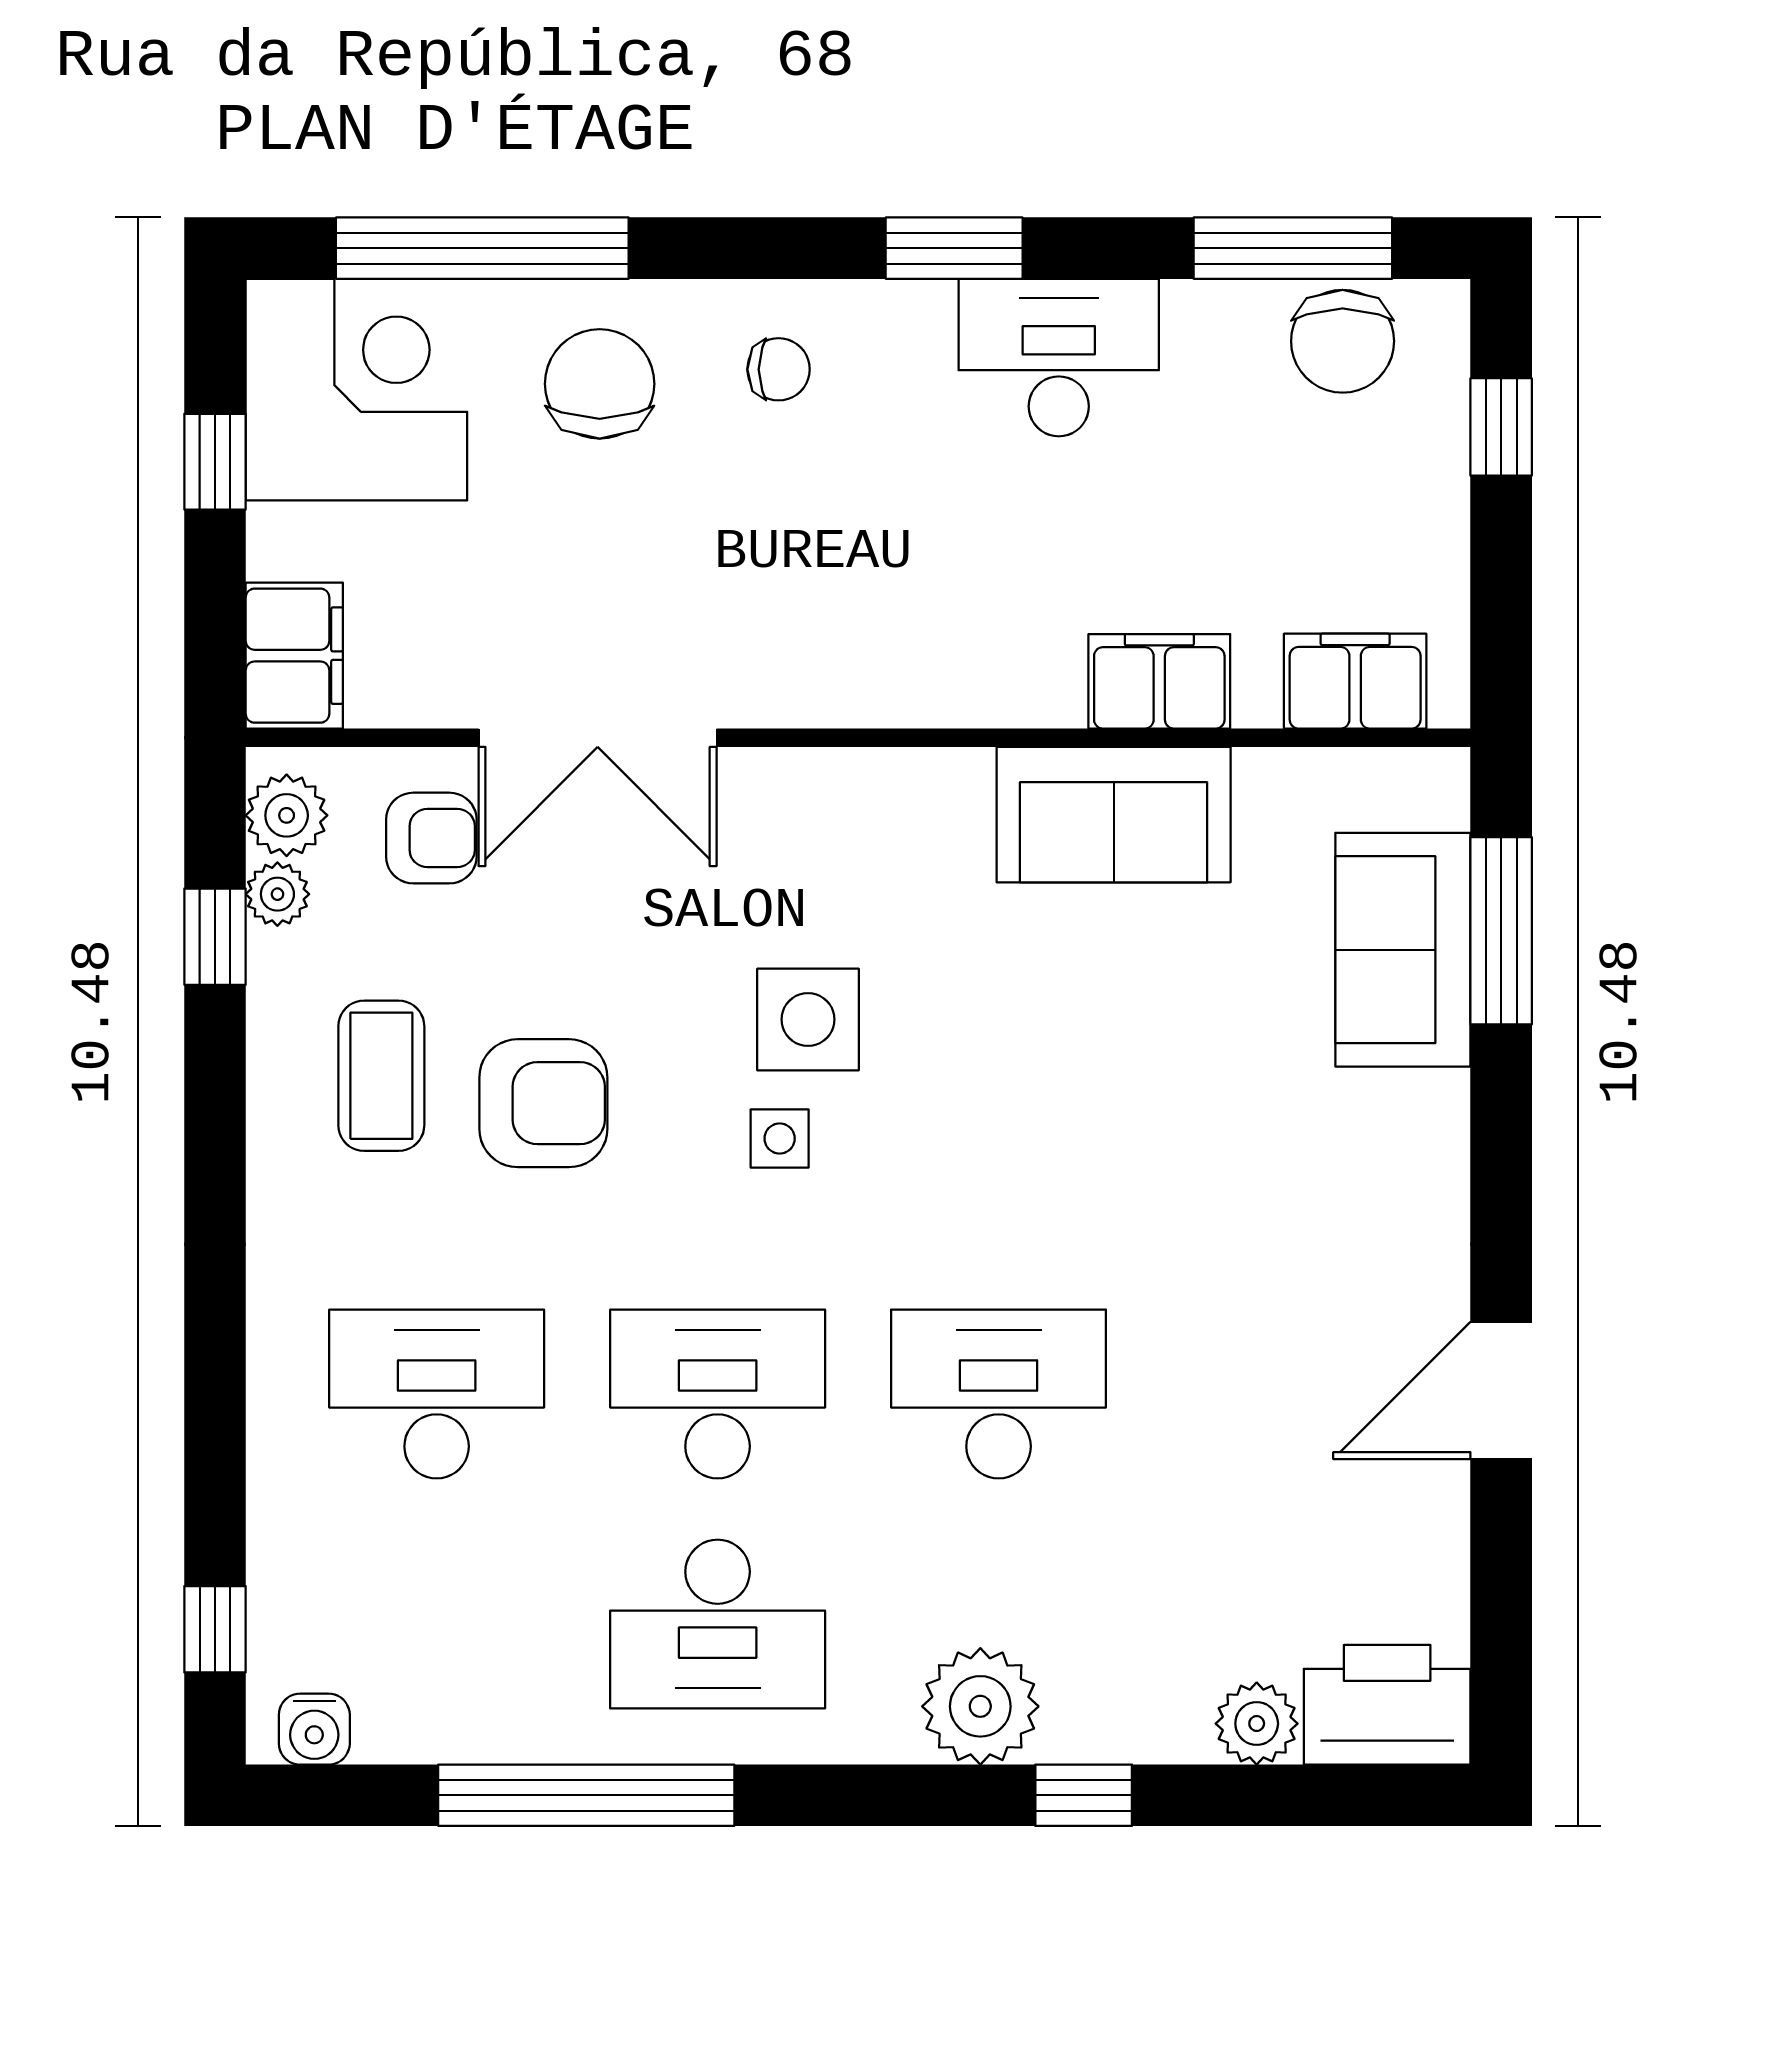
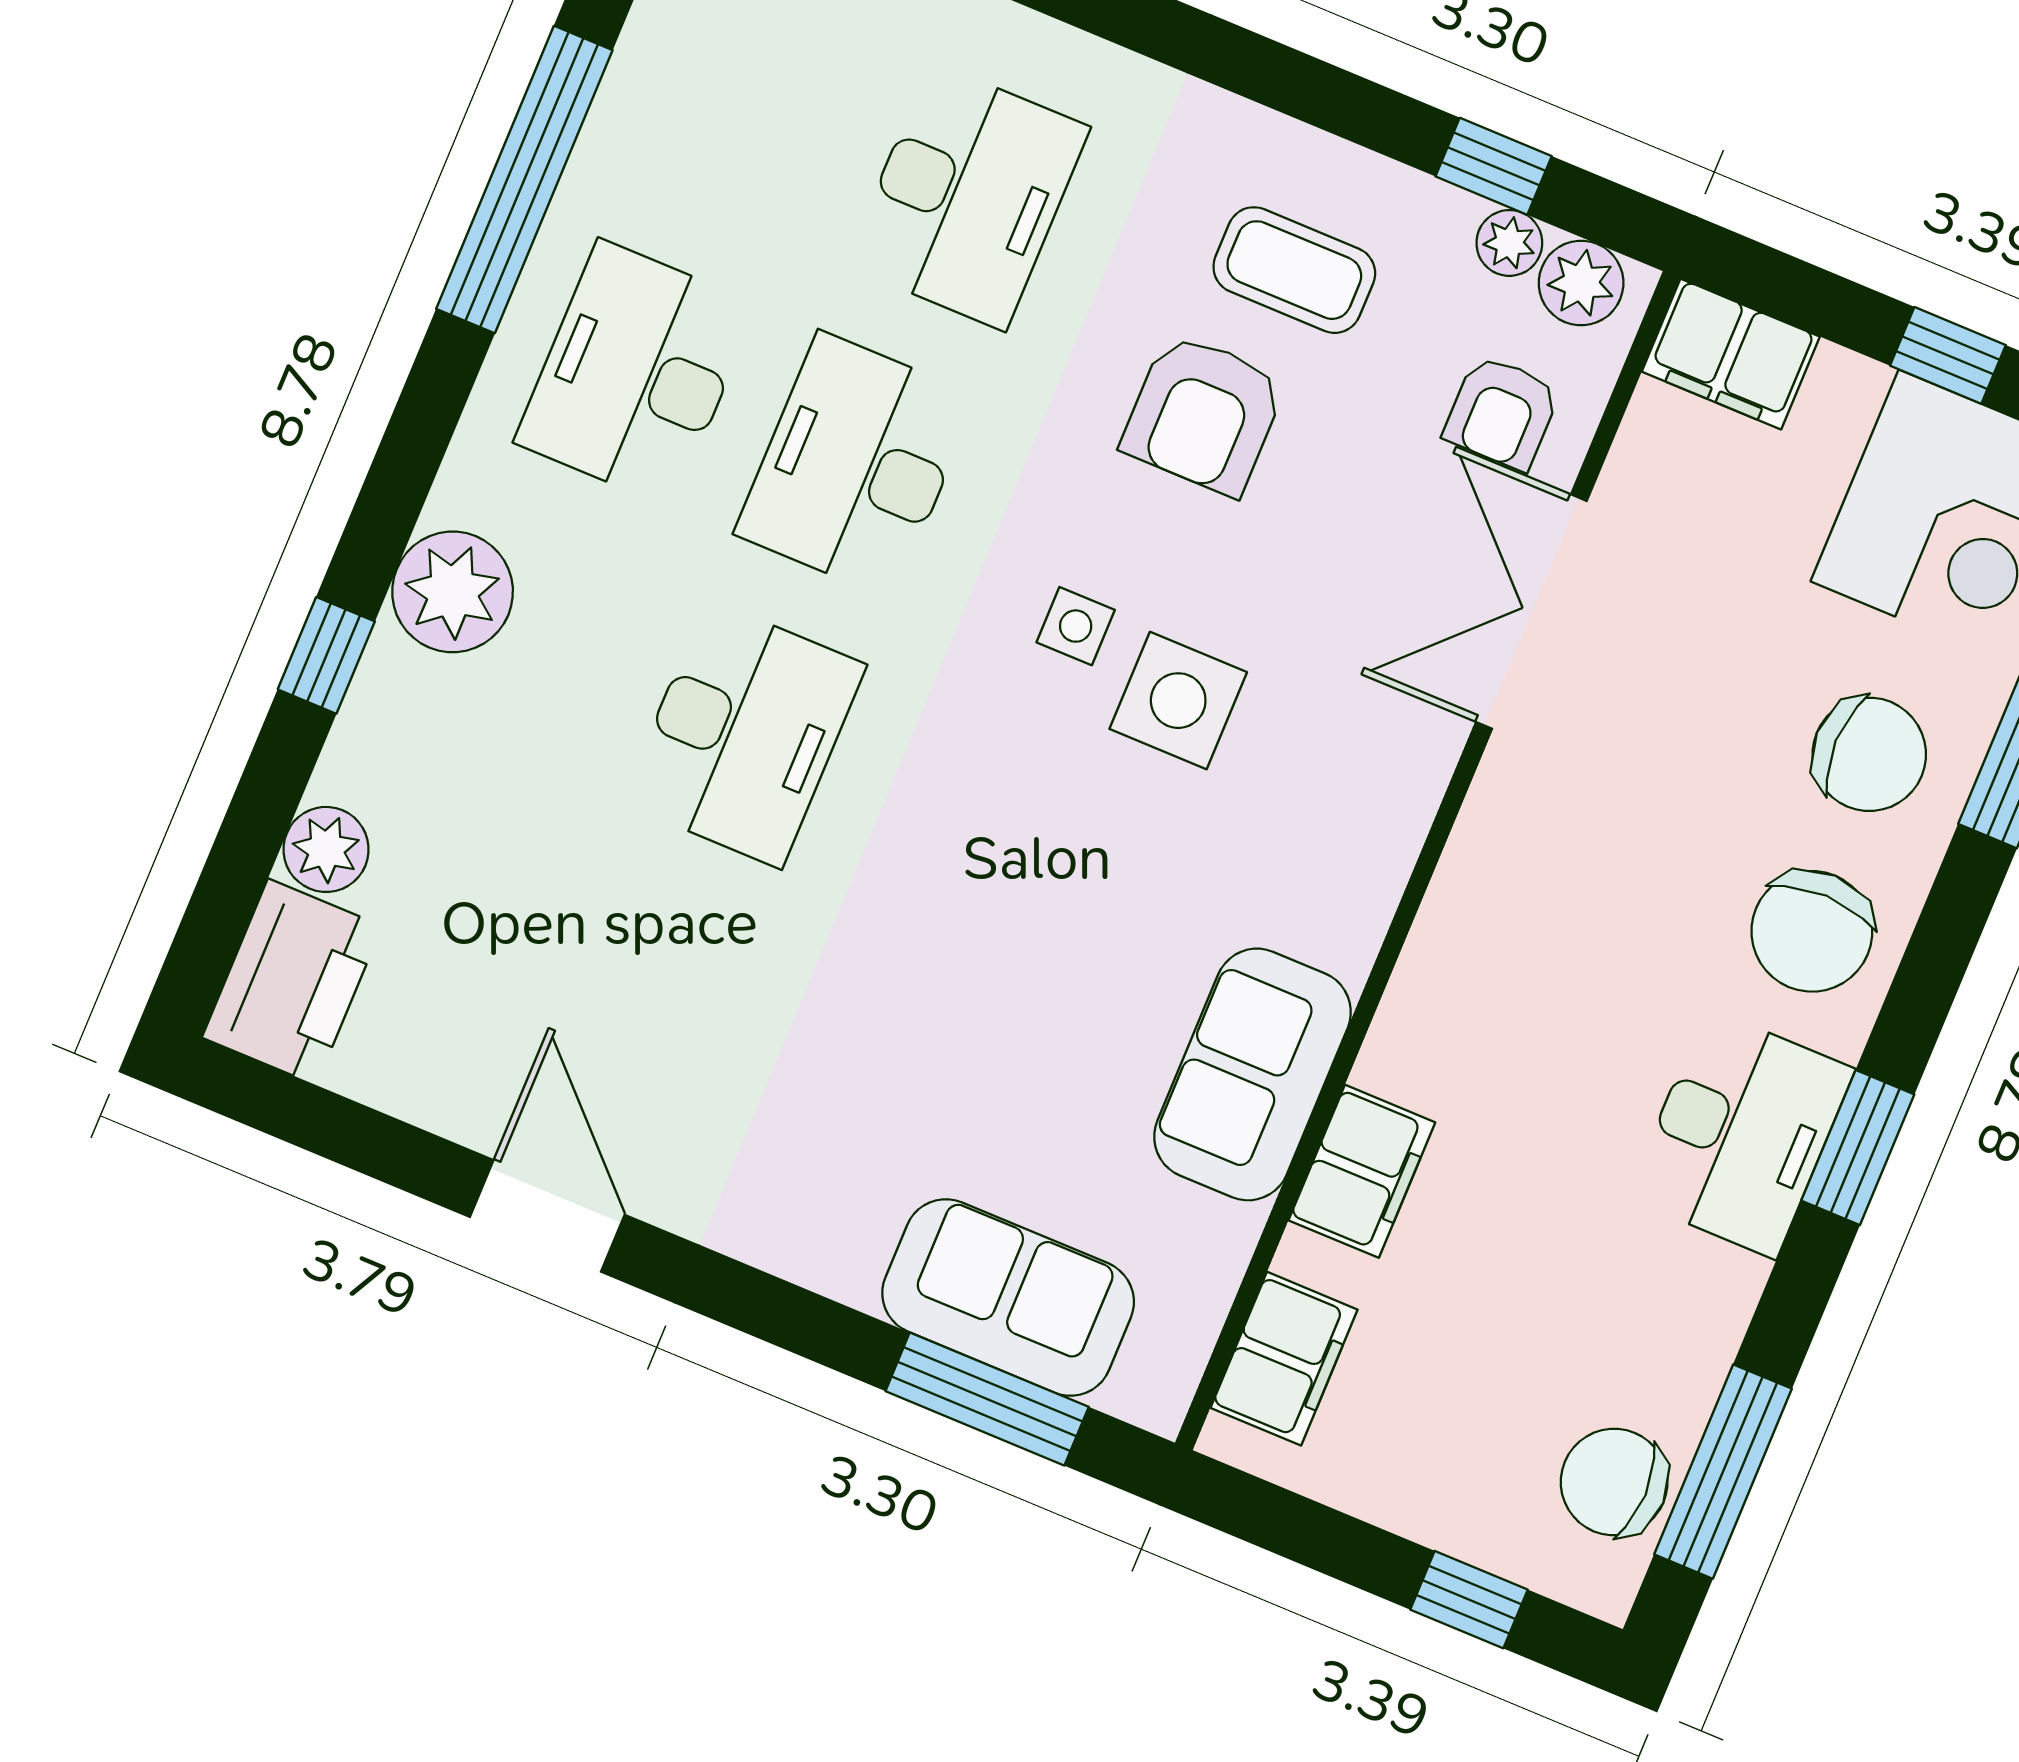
desk: (1059, 358) -> (1741, 1133), moved
chair: (779, 369) -> (1812, 931), width x1.87, depth x1.87
desk: (718, 1394) -> (856, 465), turned 180

